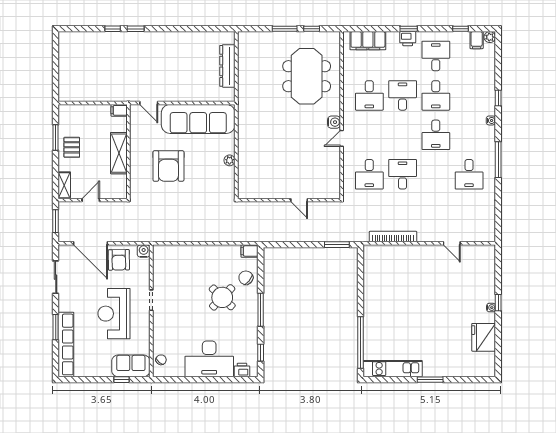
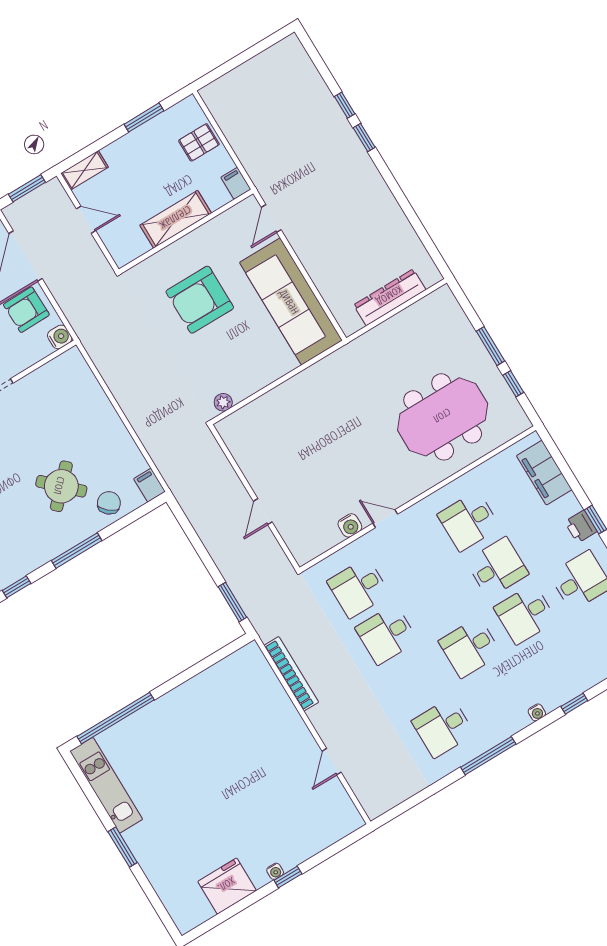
water cooler: (334, 122) -> (350, 525), moved
pallet: (72, 147) -> (199, 142), moved
plant: (230, 160) -> (223, 402), moved
desk: (403, 174) -> (387, 634), turned 180

